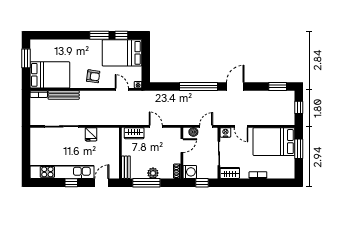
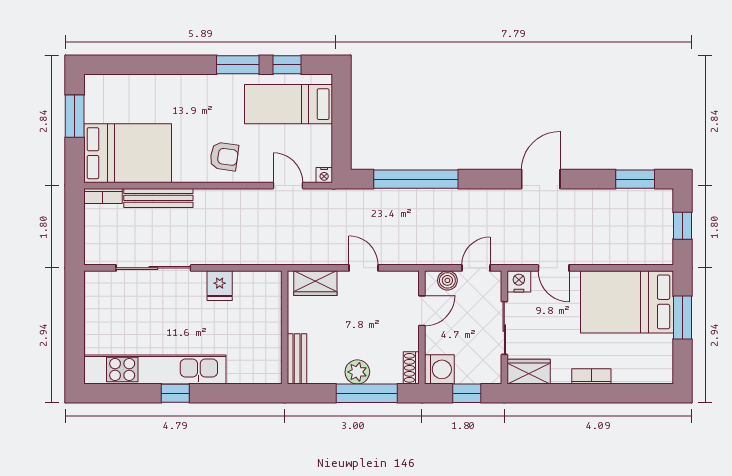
bed: (122, 53) -> (288, 104), width x0.67
window: (199, 87) -> (416, 179), moved
door: (102, 183) -> (244, 393), removed
window: (146, 183) -> (367, 393), moved

